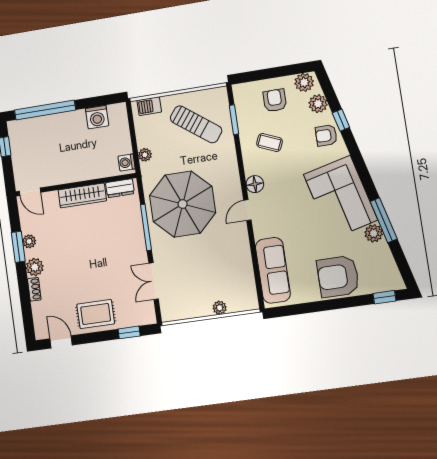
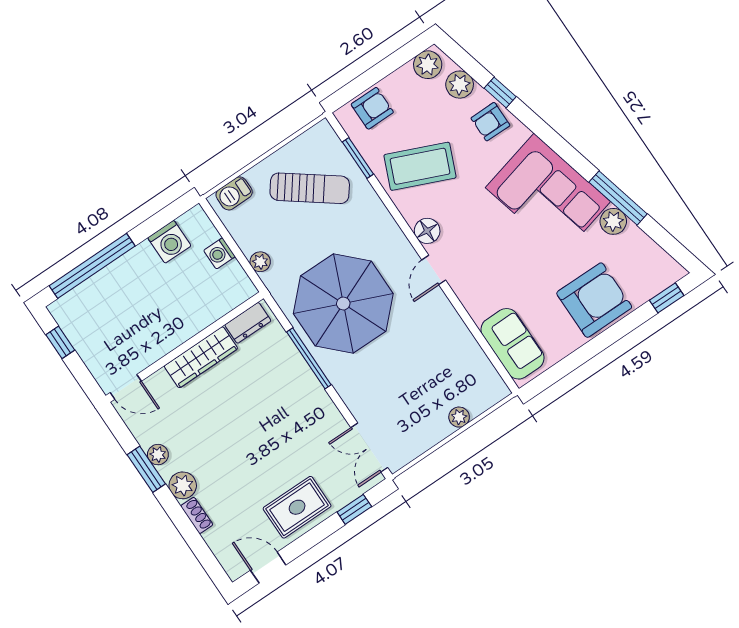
armchair: (275, 100) -> (372, 108), moved, turned 90
coffee table: (270, 142) -> (420, 166), width x1.86, depth x1.72
washing machine: (127, 162) -> (219, 253), moved
sofa: (273, 270) -> (513, 344), width x0.73
armchair: (338, 276) -> (594, 300), turned 180
double door: (154, 281) -> (369, 448), moved

